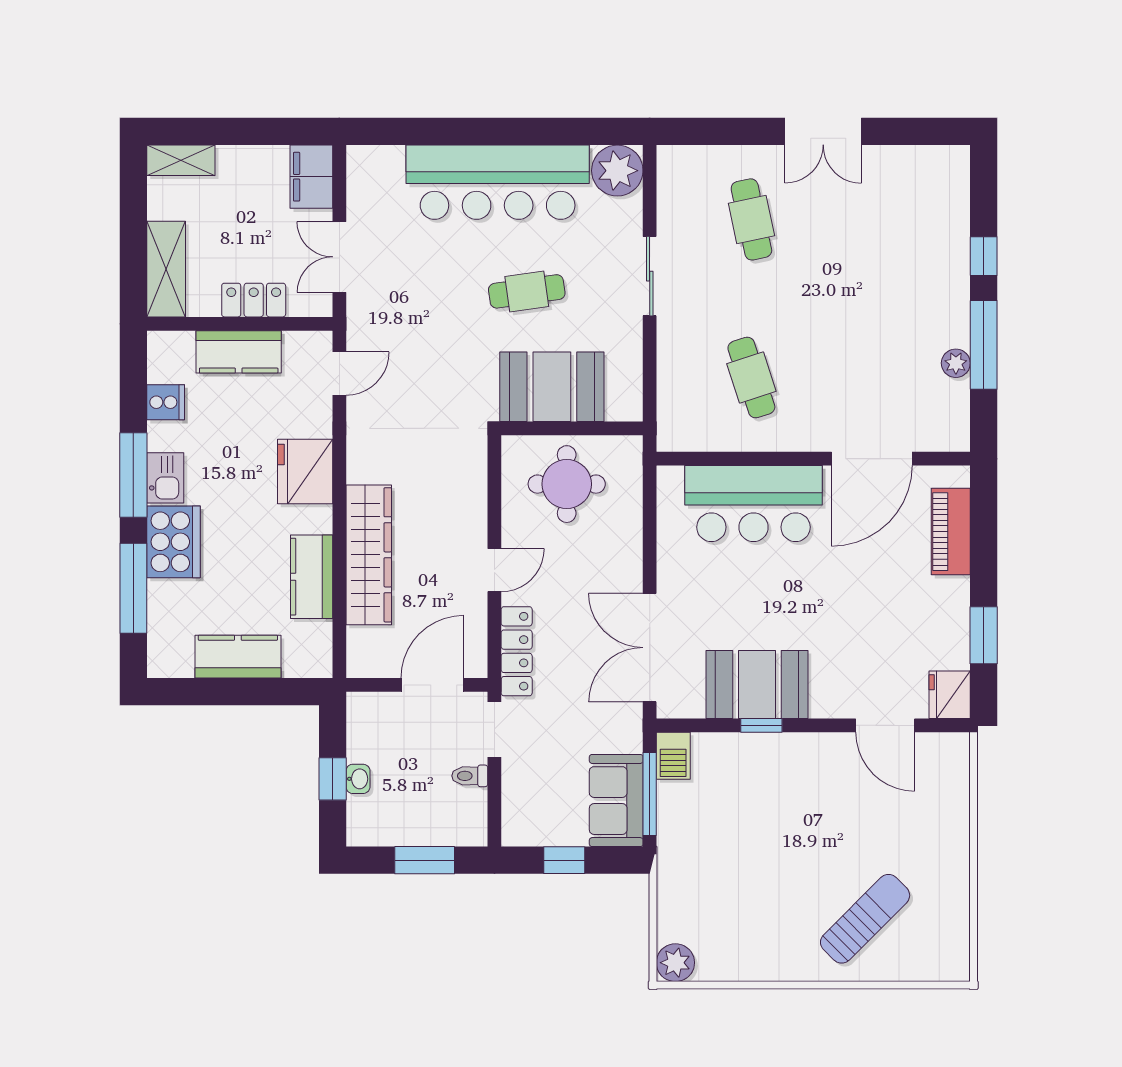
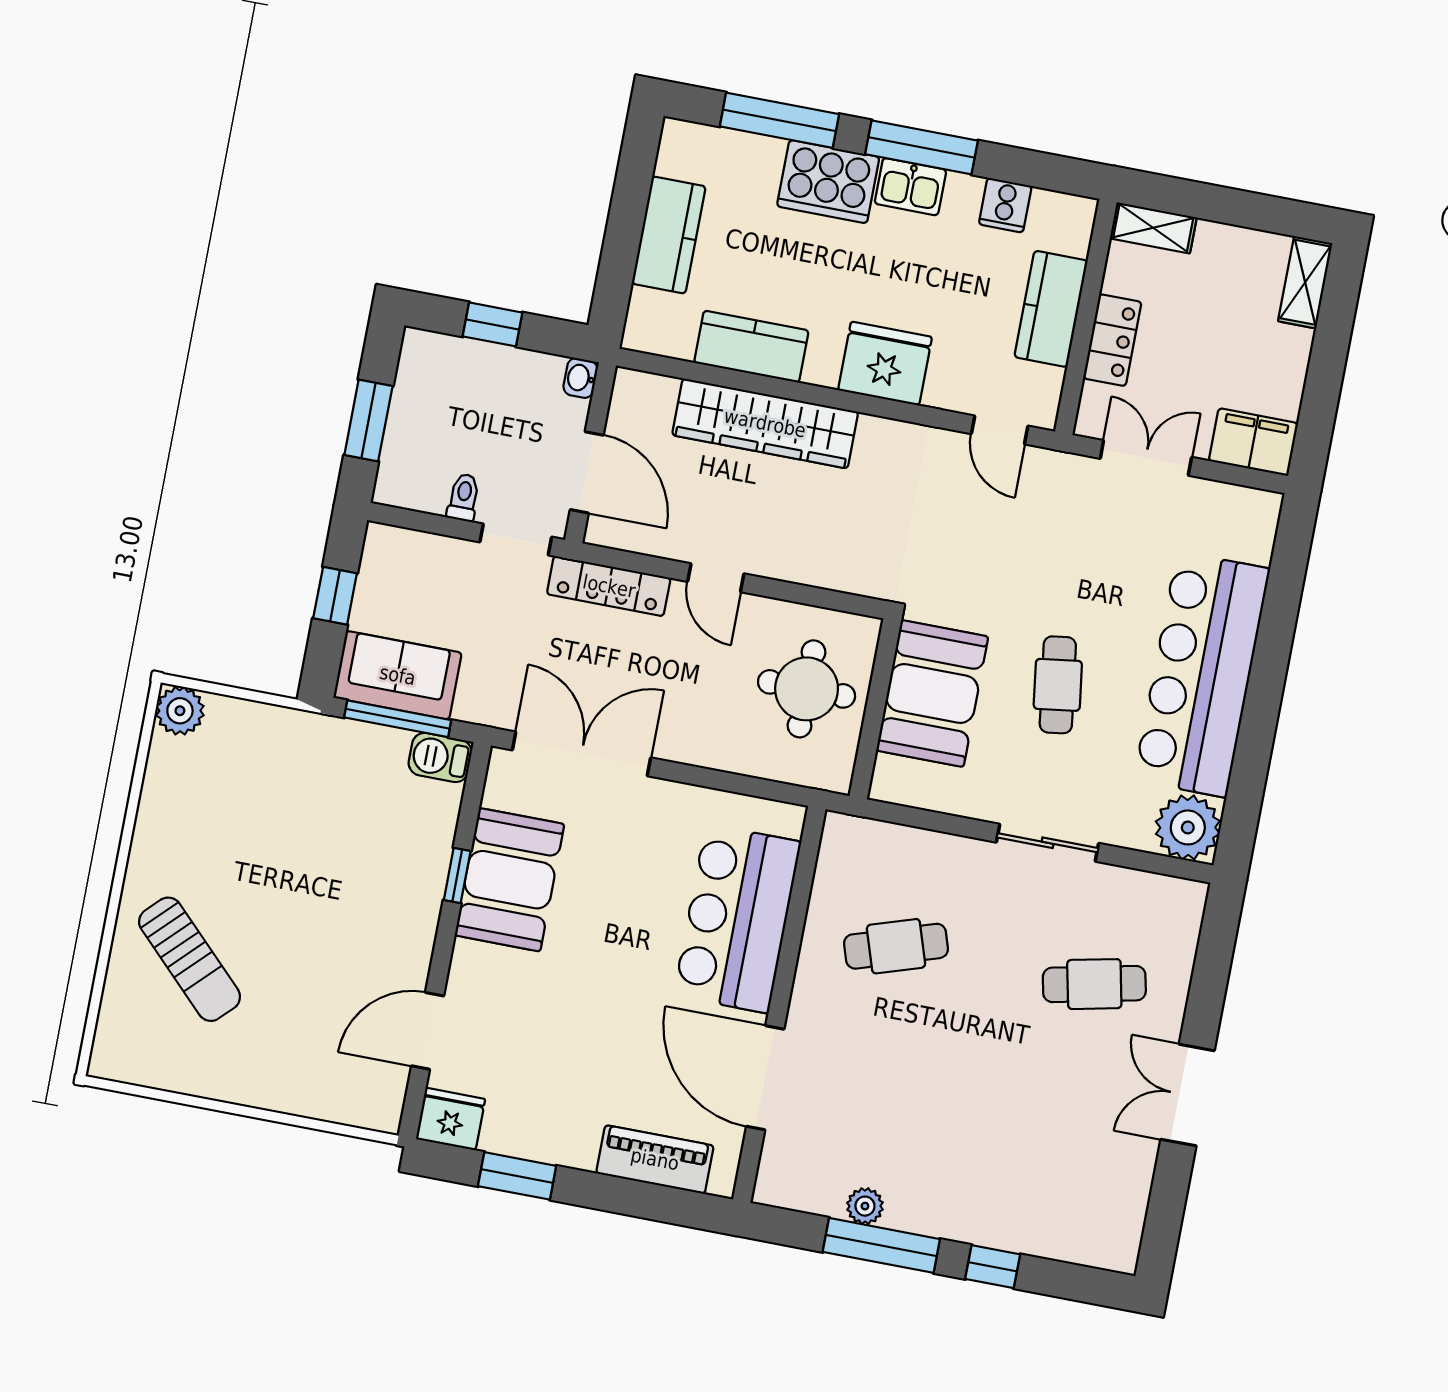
shelving: (166, 269) -> (1153, 228), width x0.67, depth x0.75
washbasin: (358, 779) -> (580, 378), moved, turned 90

